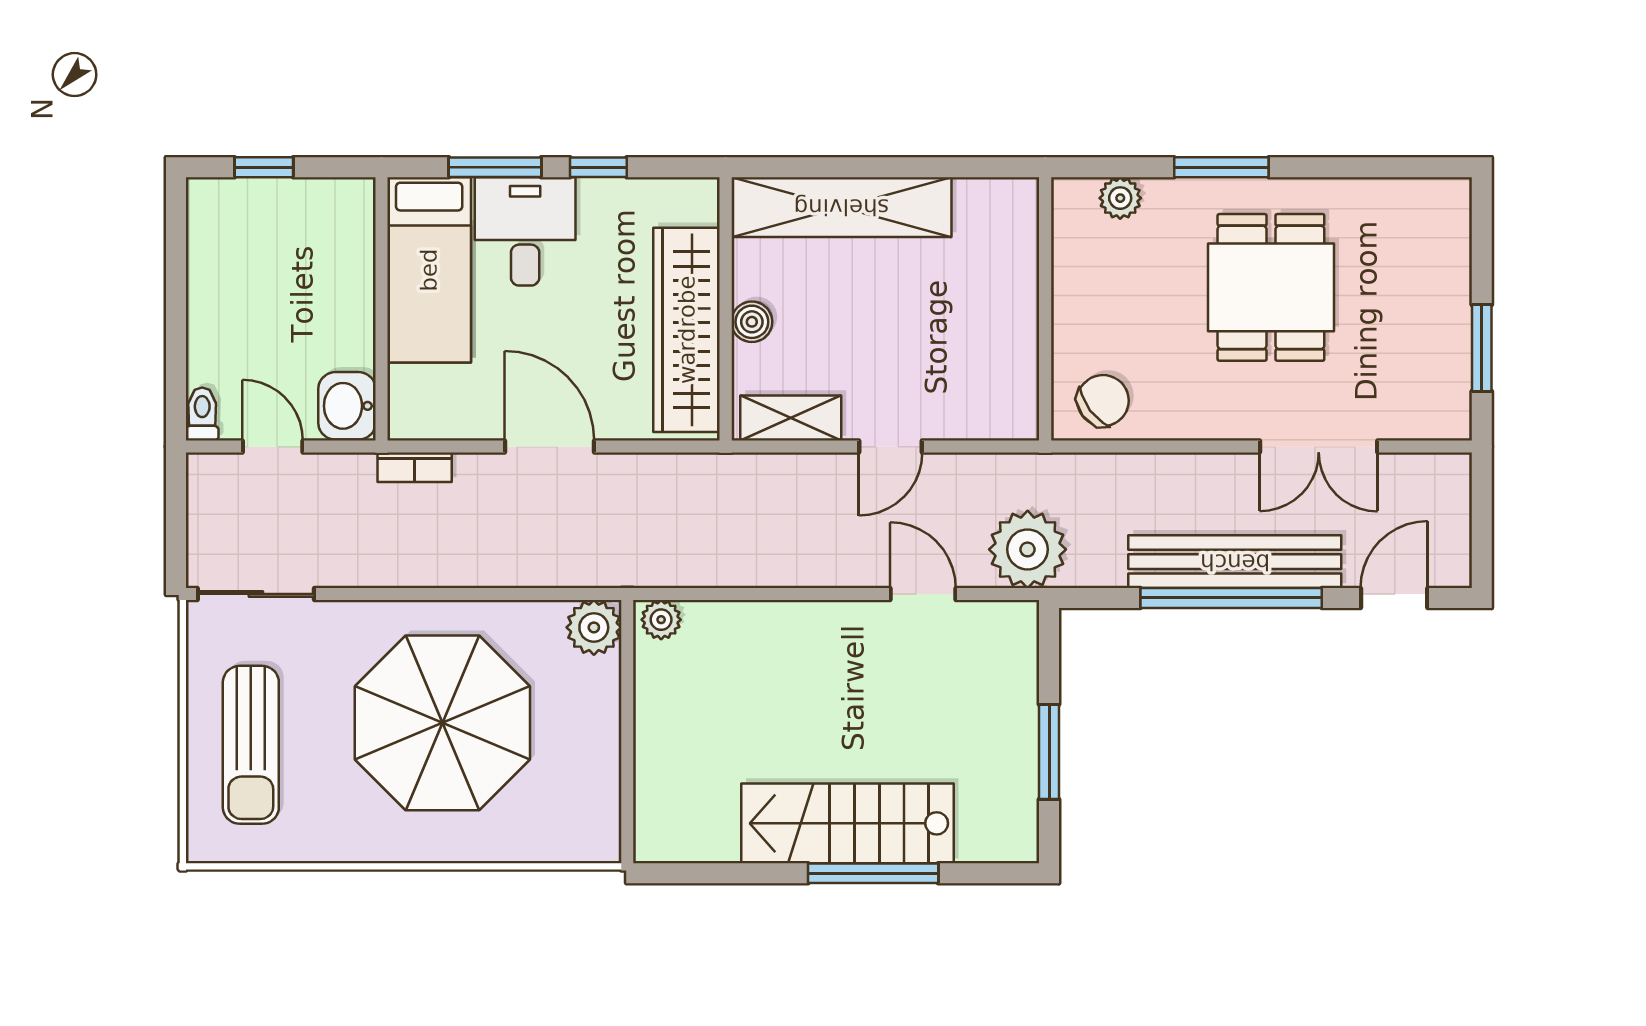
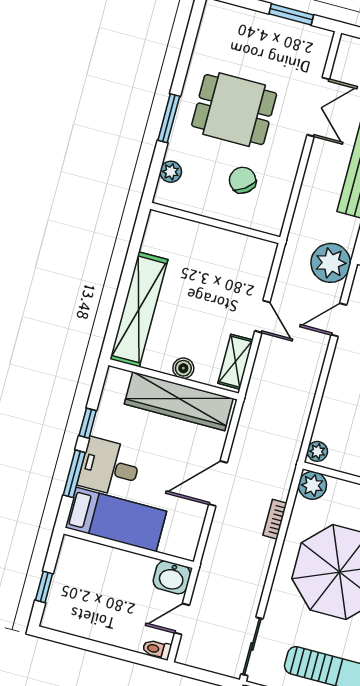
chair: (1103, 401) -> (243, 180), moved
bookcase: (415, 467) -> (275, 519), moved, turned 180

